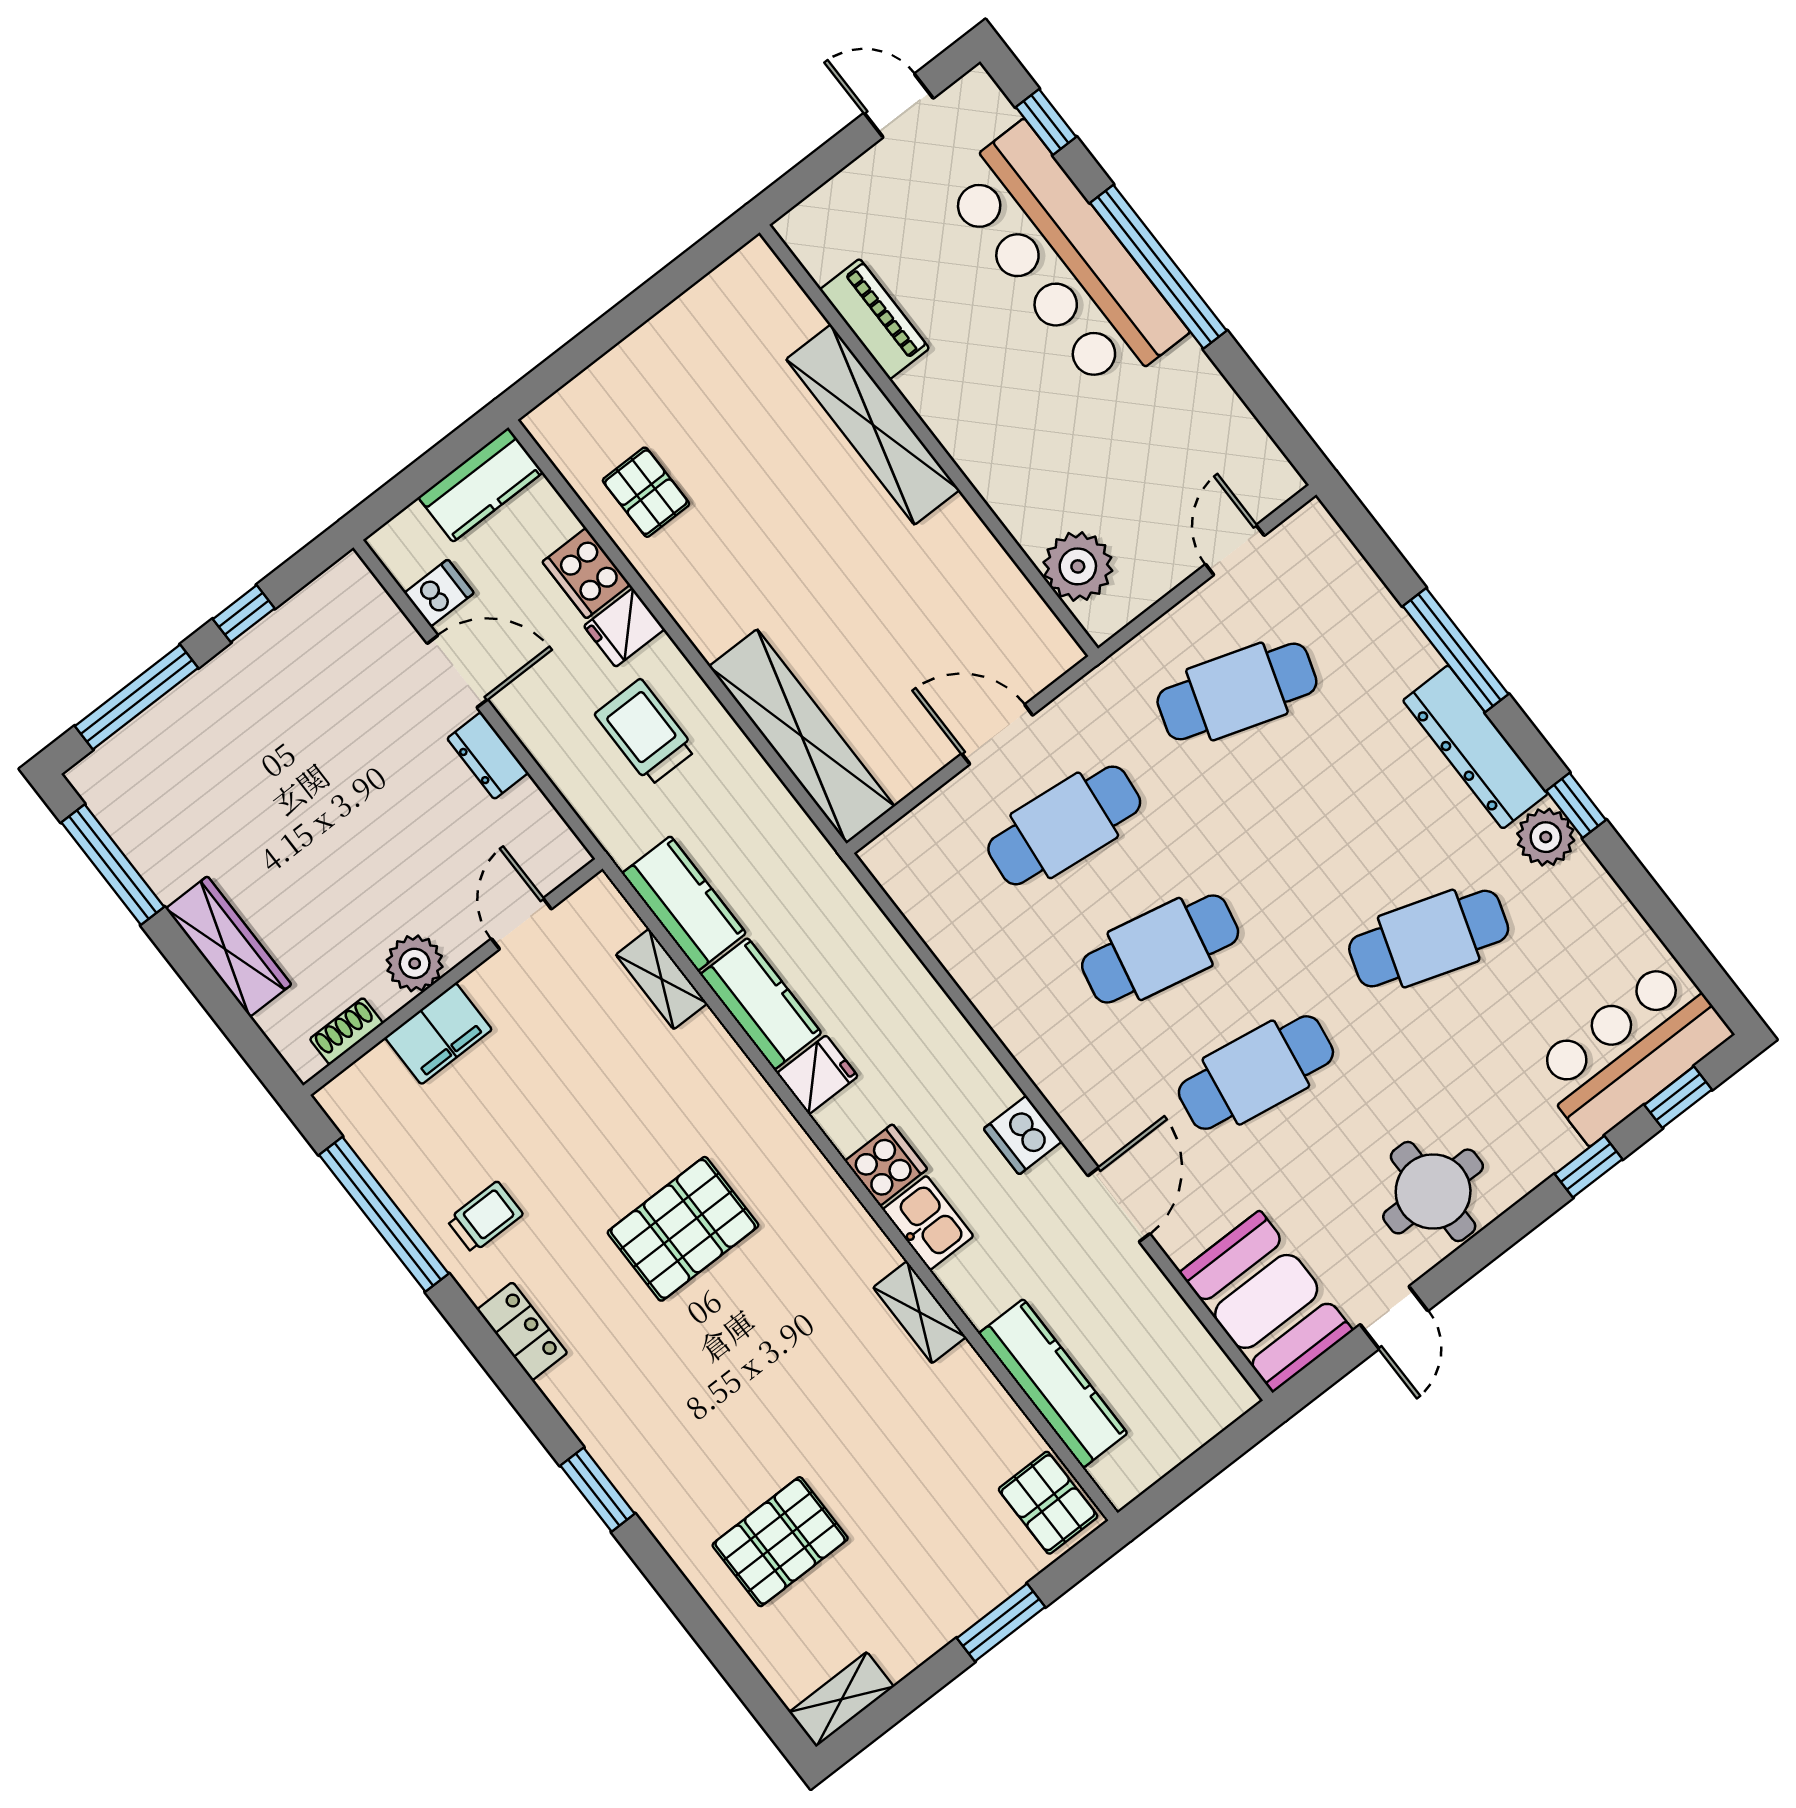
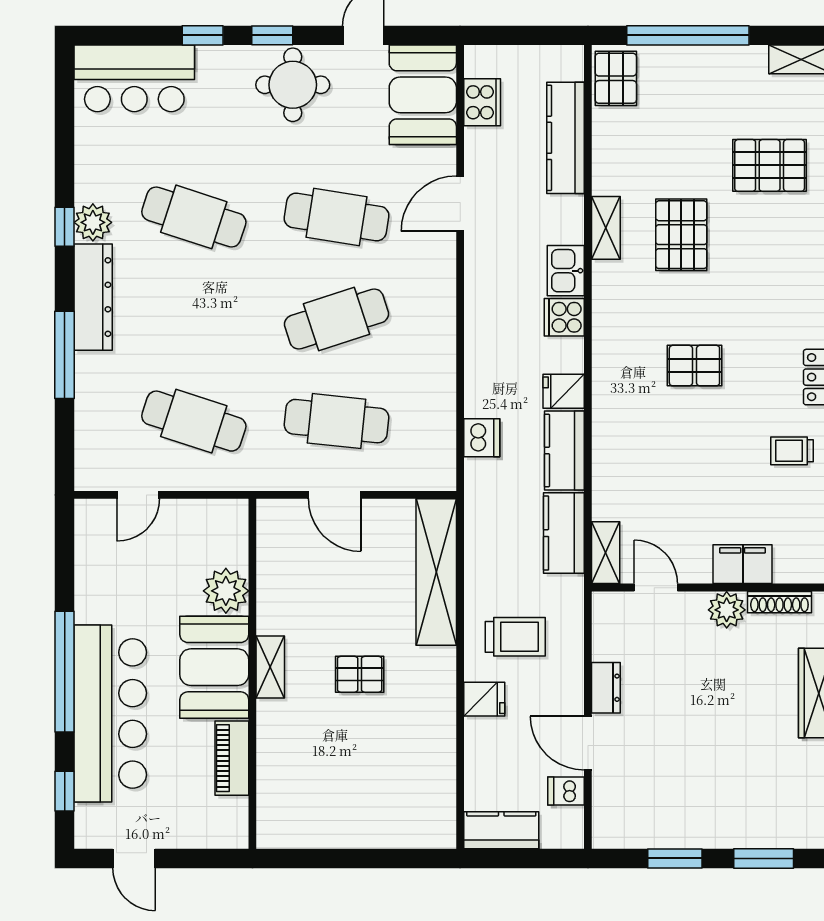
booth: (981, 413) -> (214, 667), added
shelving: (873, 425) -> (270, 667), width x0.45, depth x0.75
pallet: (646, 492) -> (360, 674), moved, turned 90
plant: (1078, 566) -> (226, 591), moved
cooker: (586, 573) -> (482, 102), moved
window: (244, 614) -> (675, 858), width x1.50
window: (137, 697) -> (764, 858), width x0.69
trolley: (645, 732) -> (515, 637), turned -90
door: (521, 924) -> (656, 588), swing flipped
cafe table: (1160, 949) -> (337, 319), turned -30
shelving: (661, 979) -> (606, 553), moved
shoe rack: (346, 1031) -> (779, 602), width x1.43
window: (1678, 1097) -> (272, 35), moved
dishwasher: (1023, 1135) -> (482, 438), moved
pallet: (683, 1229) -> (694, 366), width x0.67, depth x0.71
pallet: (822, 1375) -> (681, 235), added
window: (1001, 1622) -> (688, 35), width x2.11

